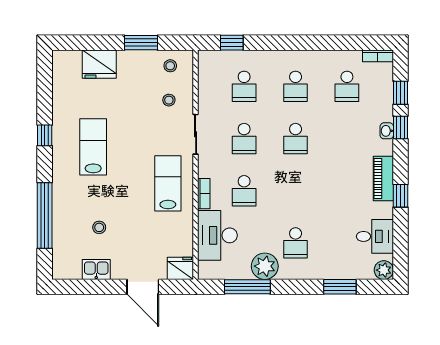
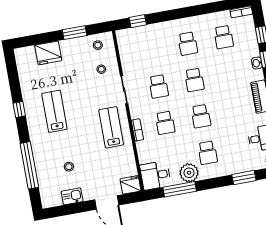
school desk: (244, 86) -> (201, 116), moved
desk: (217, 235) -> (155, 175), moved, width x0.73

